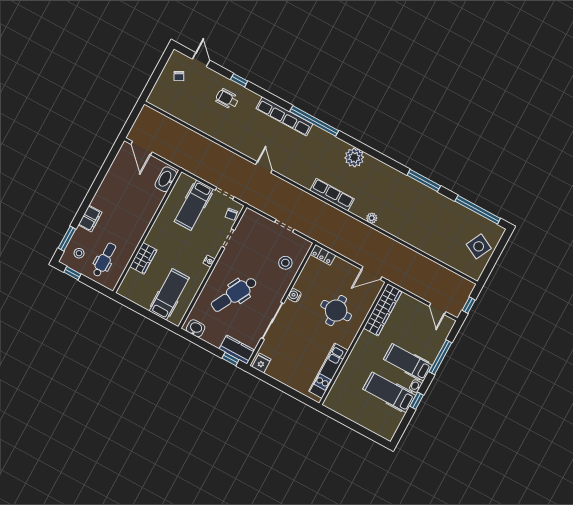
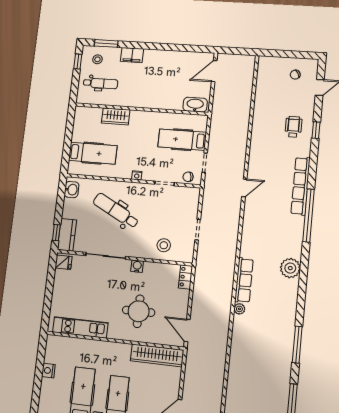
row of seats: (332, 195) -> (244, 280), moved
nightstand: (356, 416) -> (48, 371), added

